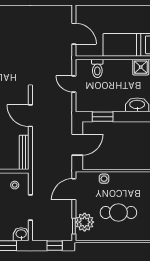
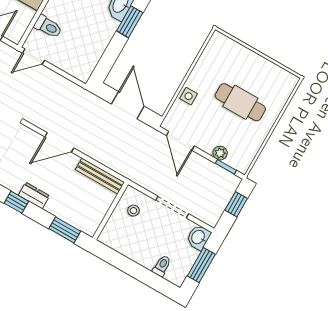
door: (74, 84) -> (33, 57), moved
window: (103, 117) -> (130, 22), moved
cafe table: (118, 212) -> (240, 102), turned 90
plant: (85, 222) -> (220, 153), width x0.53, depth x0.53

